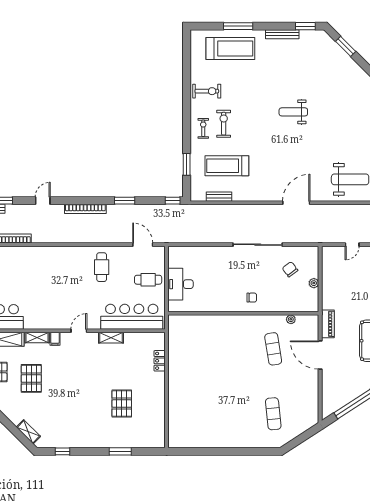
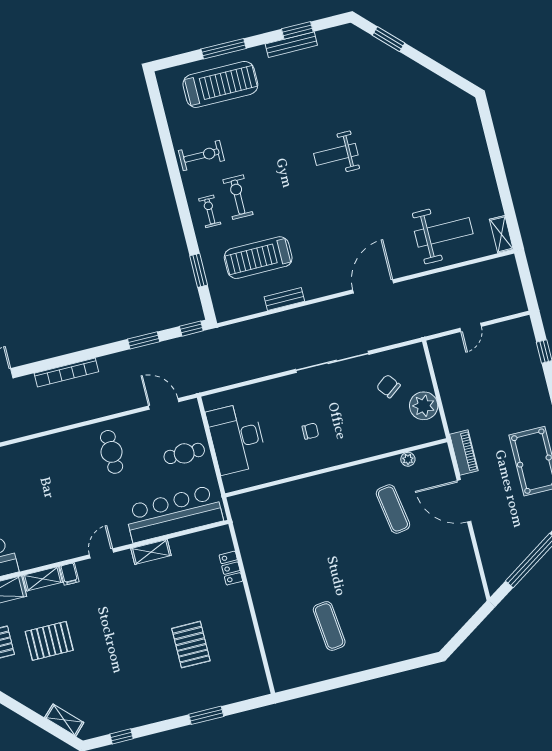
window: (305, 26) -> (297, 30), moved
bench: (219, 197) -> (284, 299), moved
window: (125, 201) -> (144, 340), moved
plant: (314, 283) -> (424, 406), width x1.87, depth x1.87
desk: (181, 284) -> (237, 438), width x1.36, depth x1.30
chair: (252, 298) -> (310, 431), moved
pallet: (31, 378) -> (49, 641), turned 90
exercise mat: (273, 414) -> (329, 626), moved

